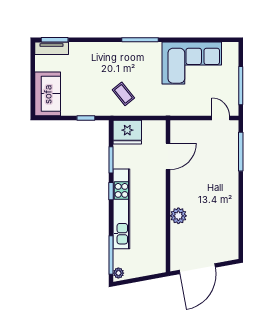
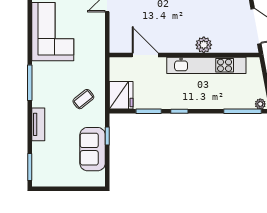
tv unit: (52, 48) -> (38, 124), moved
sofa: (48, 94) -> (93, 149), moved, turned -90
kitchen unit: (121, 209) -> (206, 65), moved, turned 180

